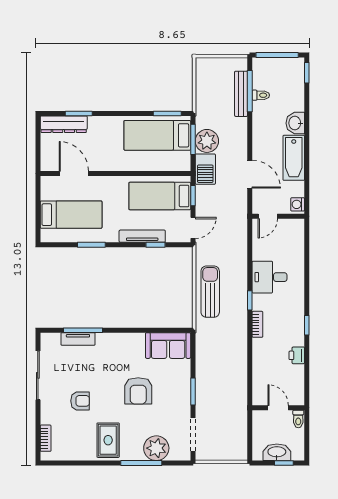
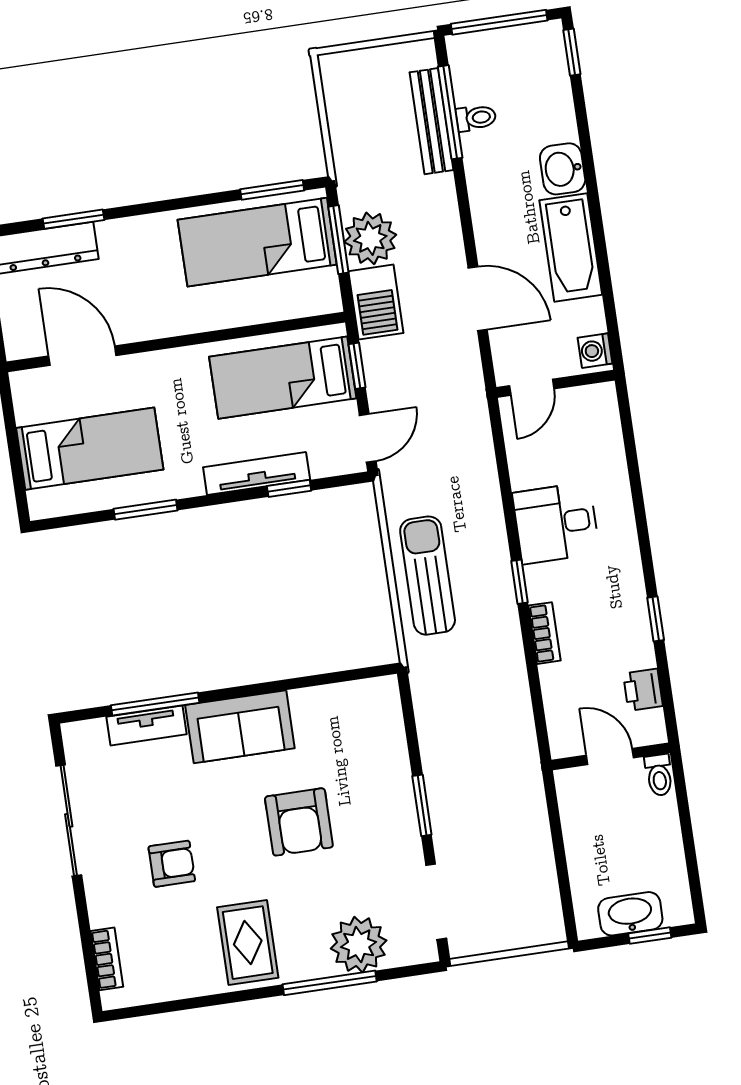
sofa: (168, 346) -> (240, 727), moved
door: (278, 408) -> (610, 757), moved
wall: (278, 408) -> (611, 756), moved
toilet: (298, 419) -> (659, 775), moved

